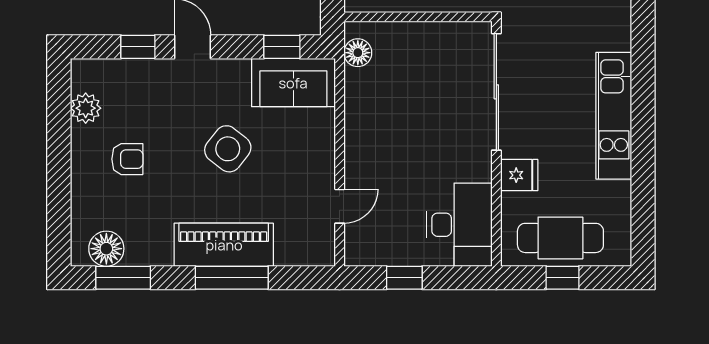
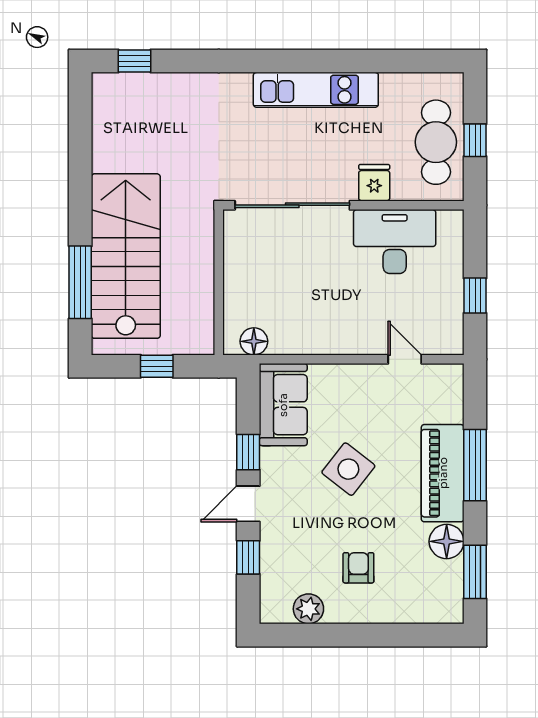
window: (282, 47) -> (248, 452), moved
desk: (459, 225) -> (395, 242), moved
floor lamp: (106, 249) -> (447, 541), moved

